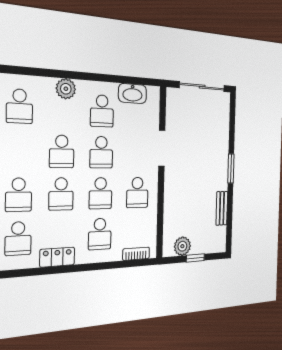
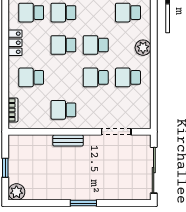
washbasin: (133, 94) -> (143, 104), removed
doorway: (162, 148) -> (116, 132), moved
school desk: (101, 193) -> (63, 77), removed
bench: (222, 208) -> (68, 140), moved
plant: (182, 246) -> (16, 192), moved

